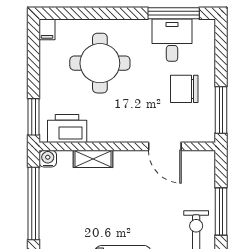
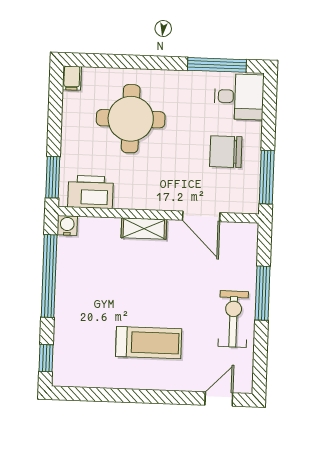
desk: (172, 40) -> (239, 97), moved, turned 90
shelving: (93, 159) -> (144, 229), moved

